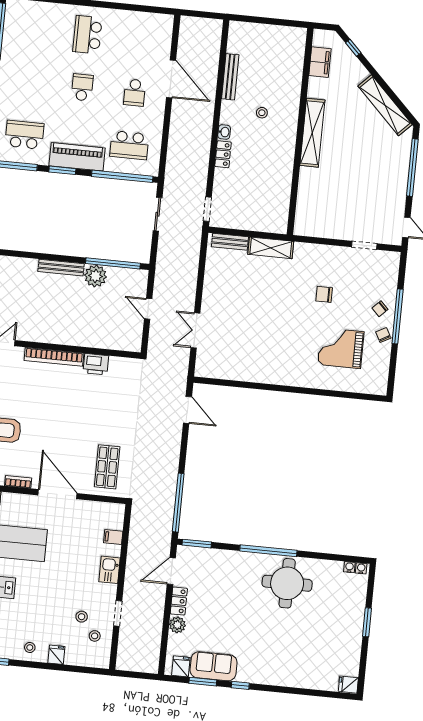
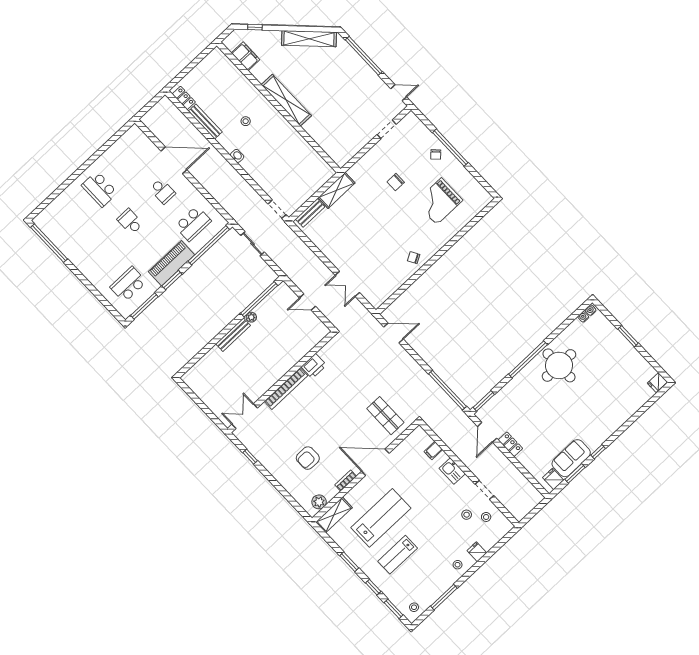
locker: (223, 154) -> (184, 98), moved
plant: (96, 276) -> (251, 317), width x0.53, depth x0.53
chair: (383, 335) -> (414, 258), moved
plant: (177, 625) -> (525, 458), removed

